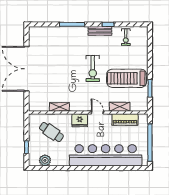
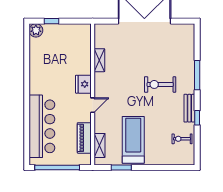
exercise bike: (93, 68) -> (160, 84), moved
shelving: (120, 107) -> (100, 145), moved
cafe table: (51, 132) -> (70, 51), removed
bar counter: (106, 155) -> (42, 126), width x0.73
plant: (45, 160) -> (36, 30), moved

